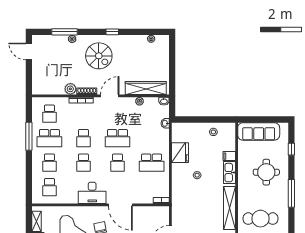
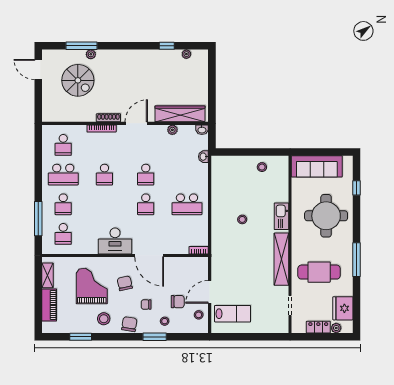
window: (112, 32) -> (167, 46), moved
spiral stairs: (99, 56) -> (78, 80), moved
plant: (70, 89) -> (89, 115), removed
window: (29, 136) -> (38, 219), moved
school desk: (117, 138) -> (146, 175), width x0.54
fridge: (180, 153) -> (221, 192), removed
filing cabinet: (229, 156) -> (281, 196), removed
school desk: (83, 163) -> (104, 204), removed
round table: (266, 172) -> (326, 216), width x1.36, depth x1.36
window: (291, 193) -> (356, 260), moved

